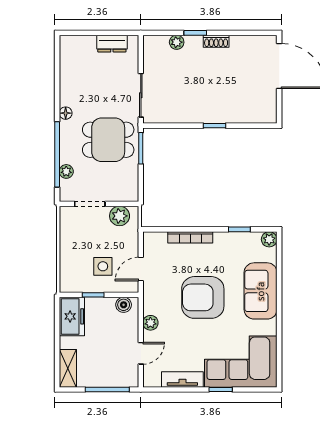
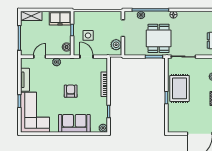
rug: (198, 102) -> (180, 88), added
armchair: (203, 297) -> (71, 91), width x0.53, depth x0.53
door: (141, 353) -> (40, 57), swing flipped

